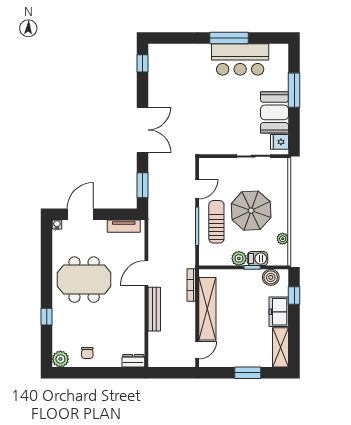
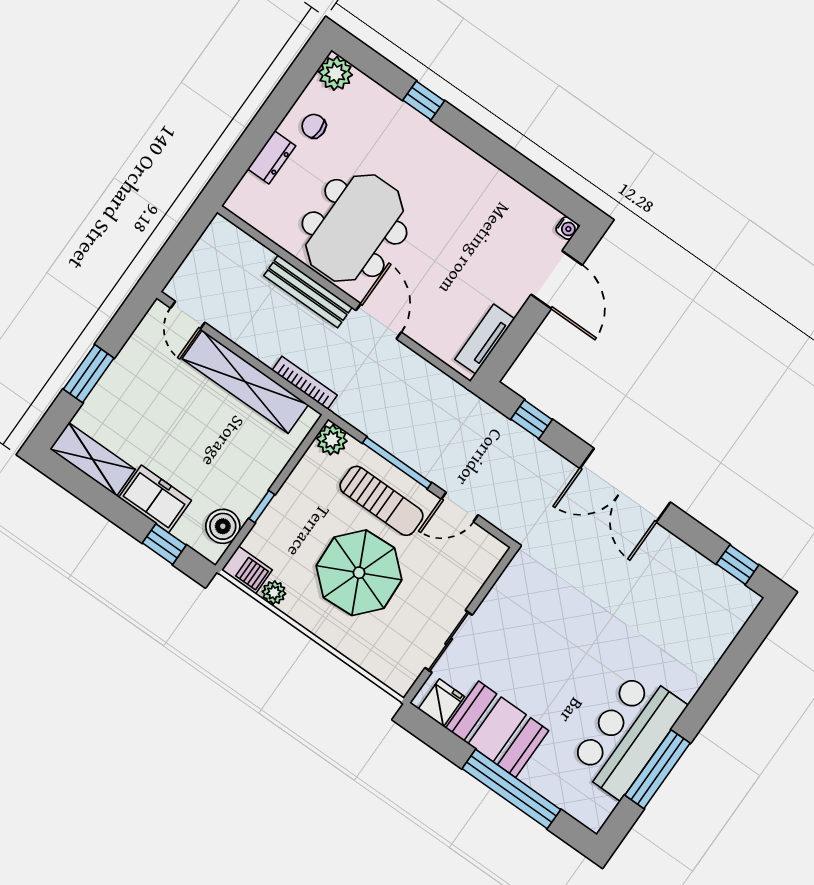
window: (229, 38) -> (657, 769), moved
window: (294, 90) -> (511, 789), width x1.46
window: (142, 185) -> (532, 419), width x0.67
door: (197, 189) -> (460, 507), hinge flipped
plant: (239, 258) -> (332, 440), moved
barbecue: (258, 259) -> (247, 570), moved, turned -90
meeting table: (84, 280) -> (354, 228), moved
dresser: (133, 361) -> (272, 157), moved

